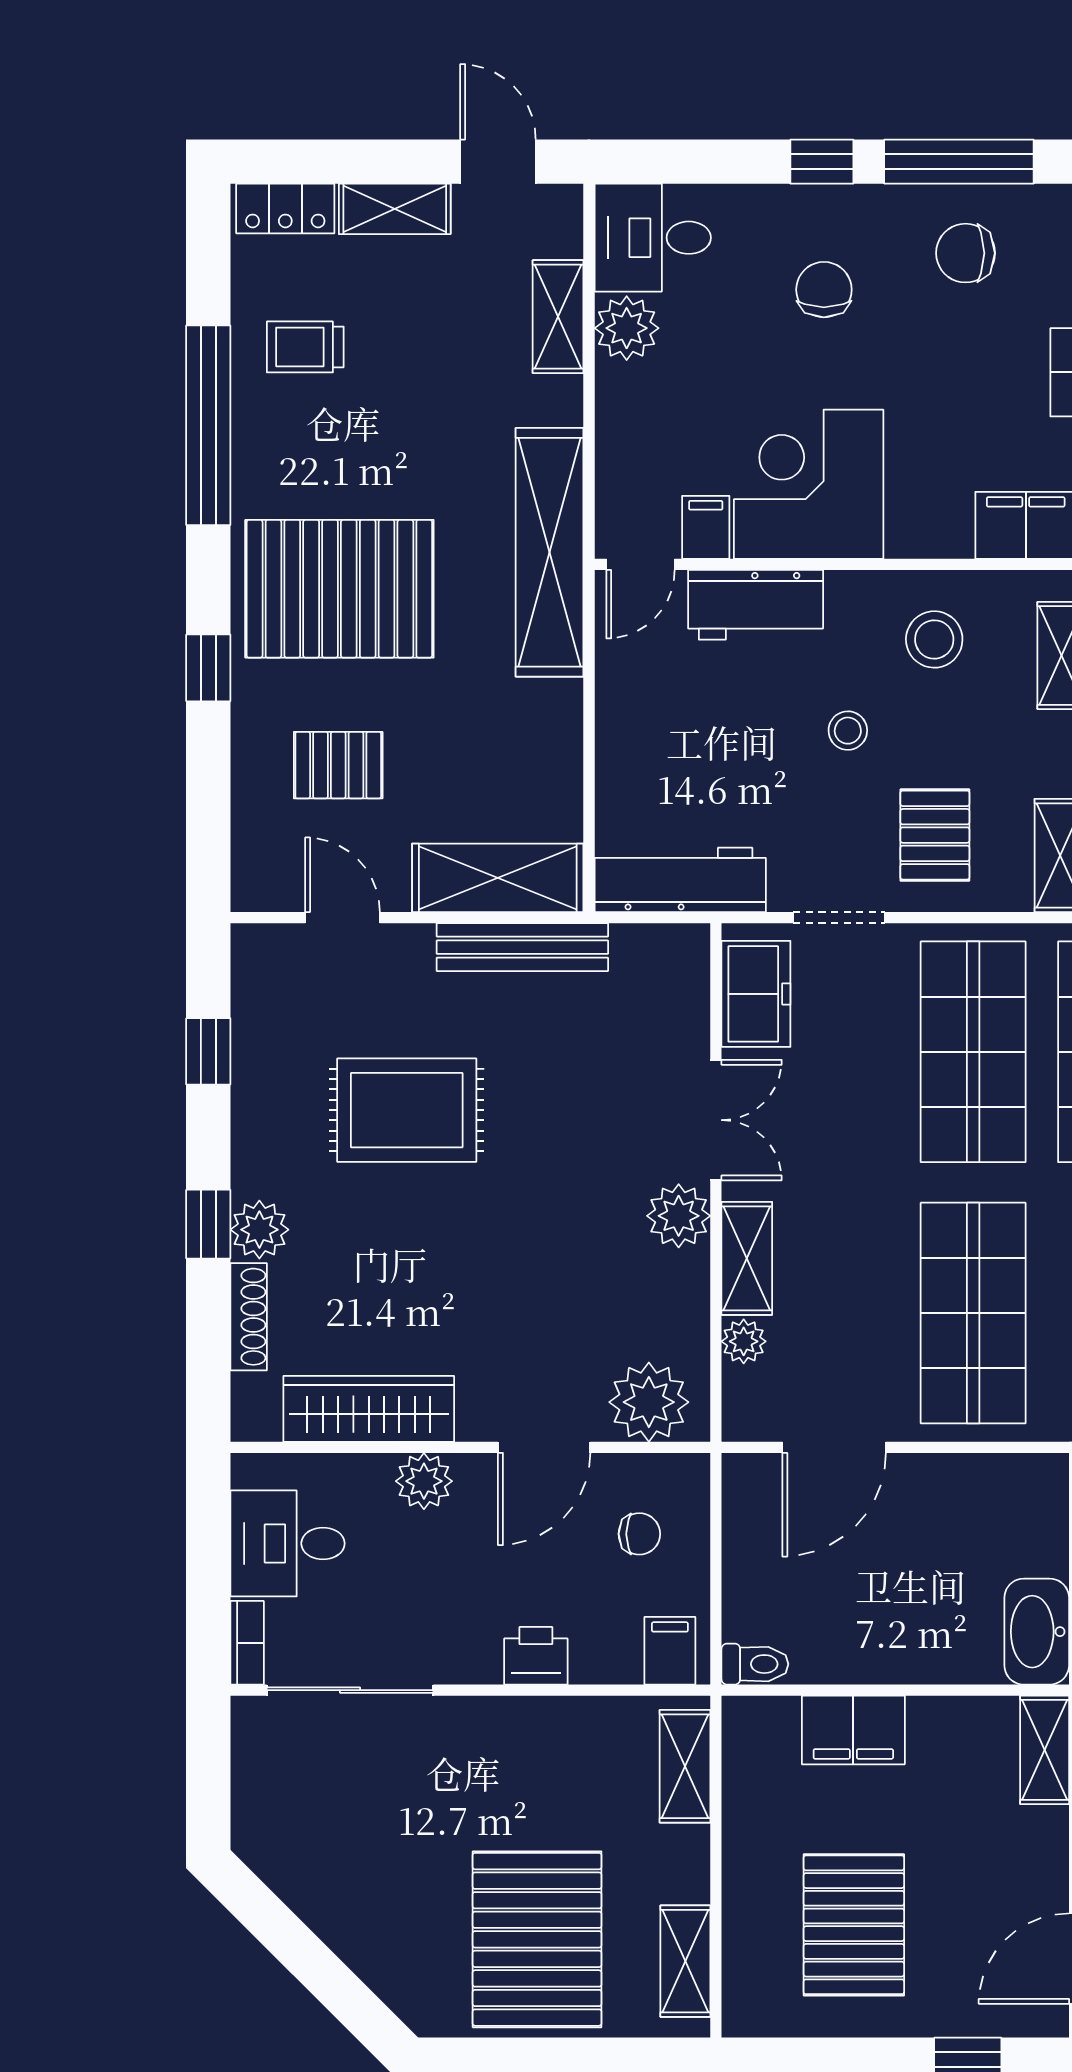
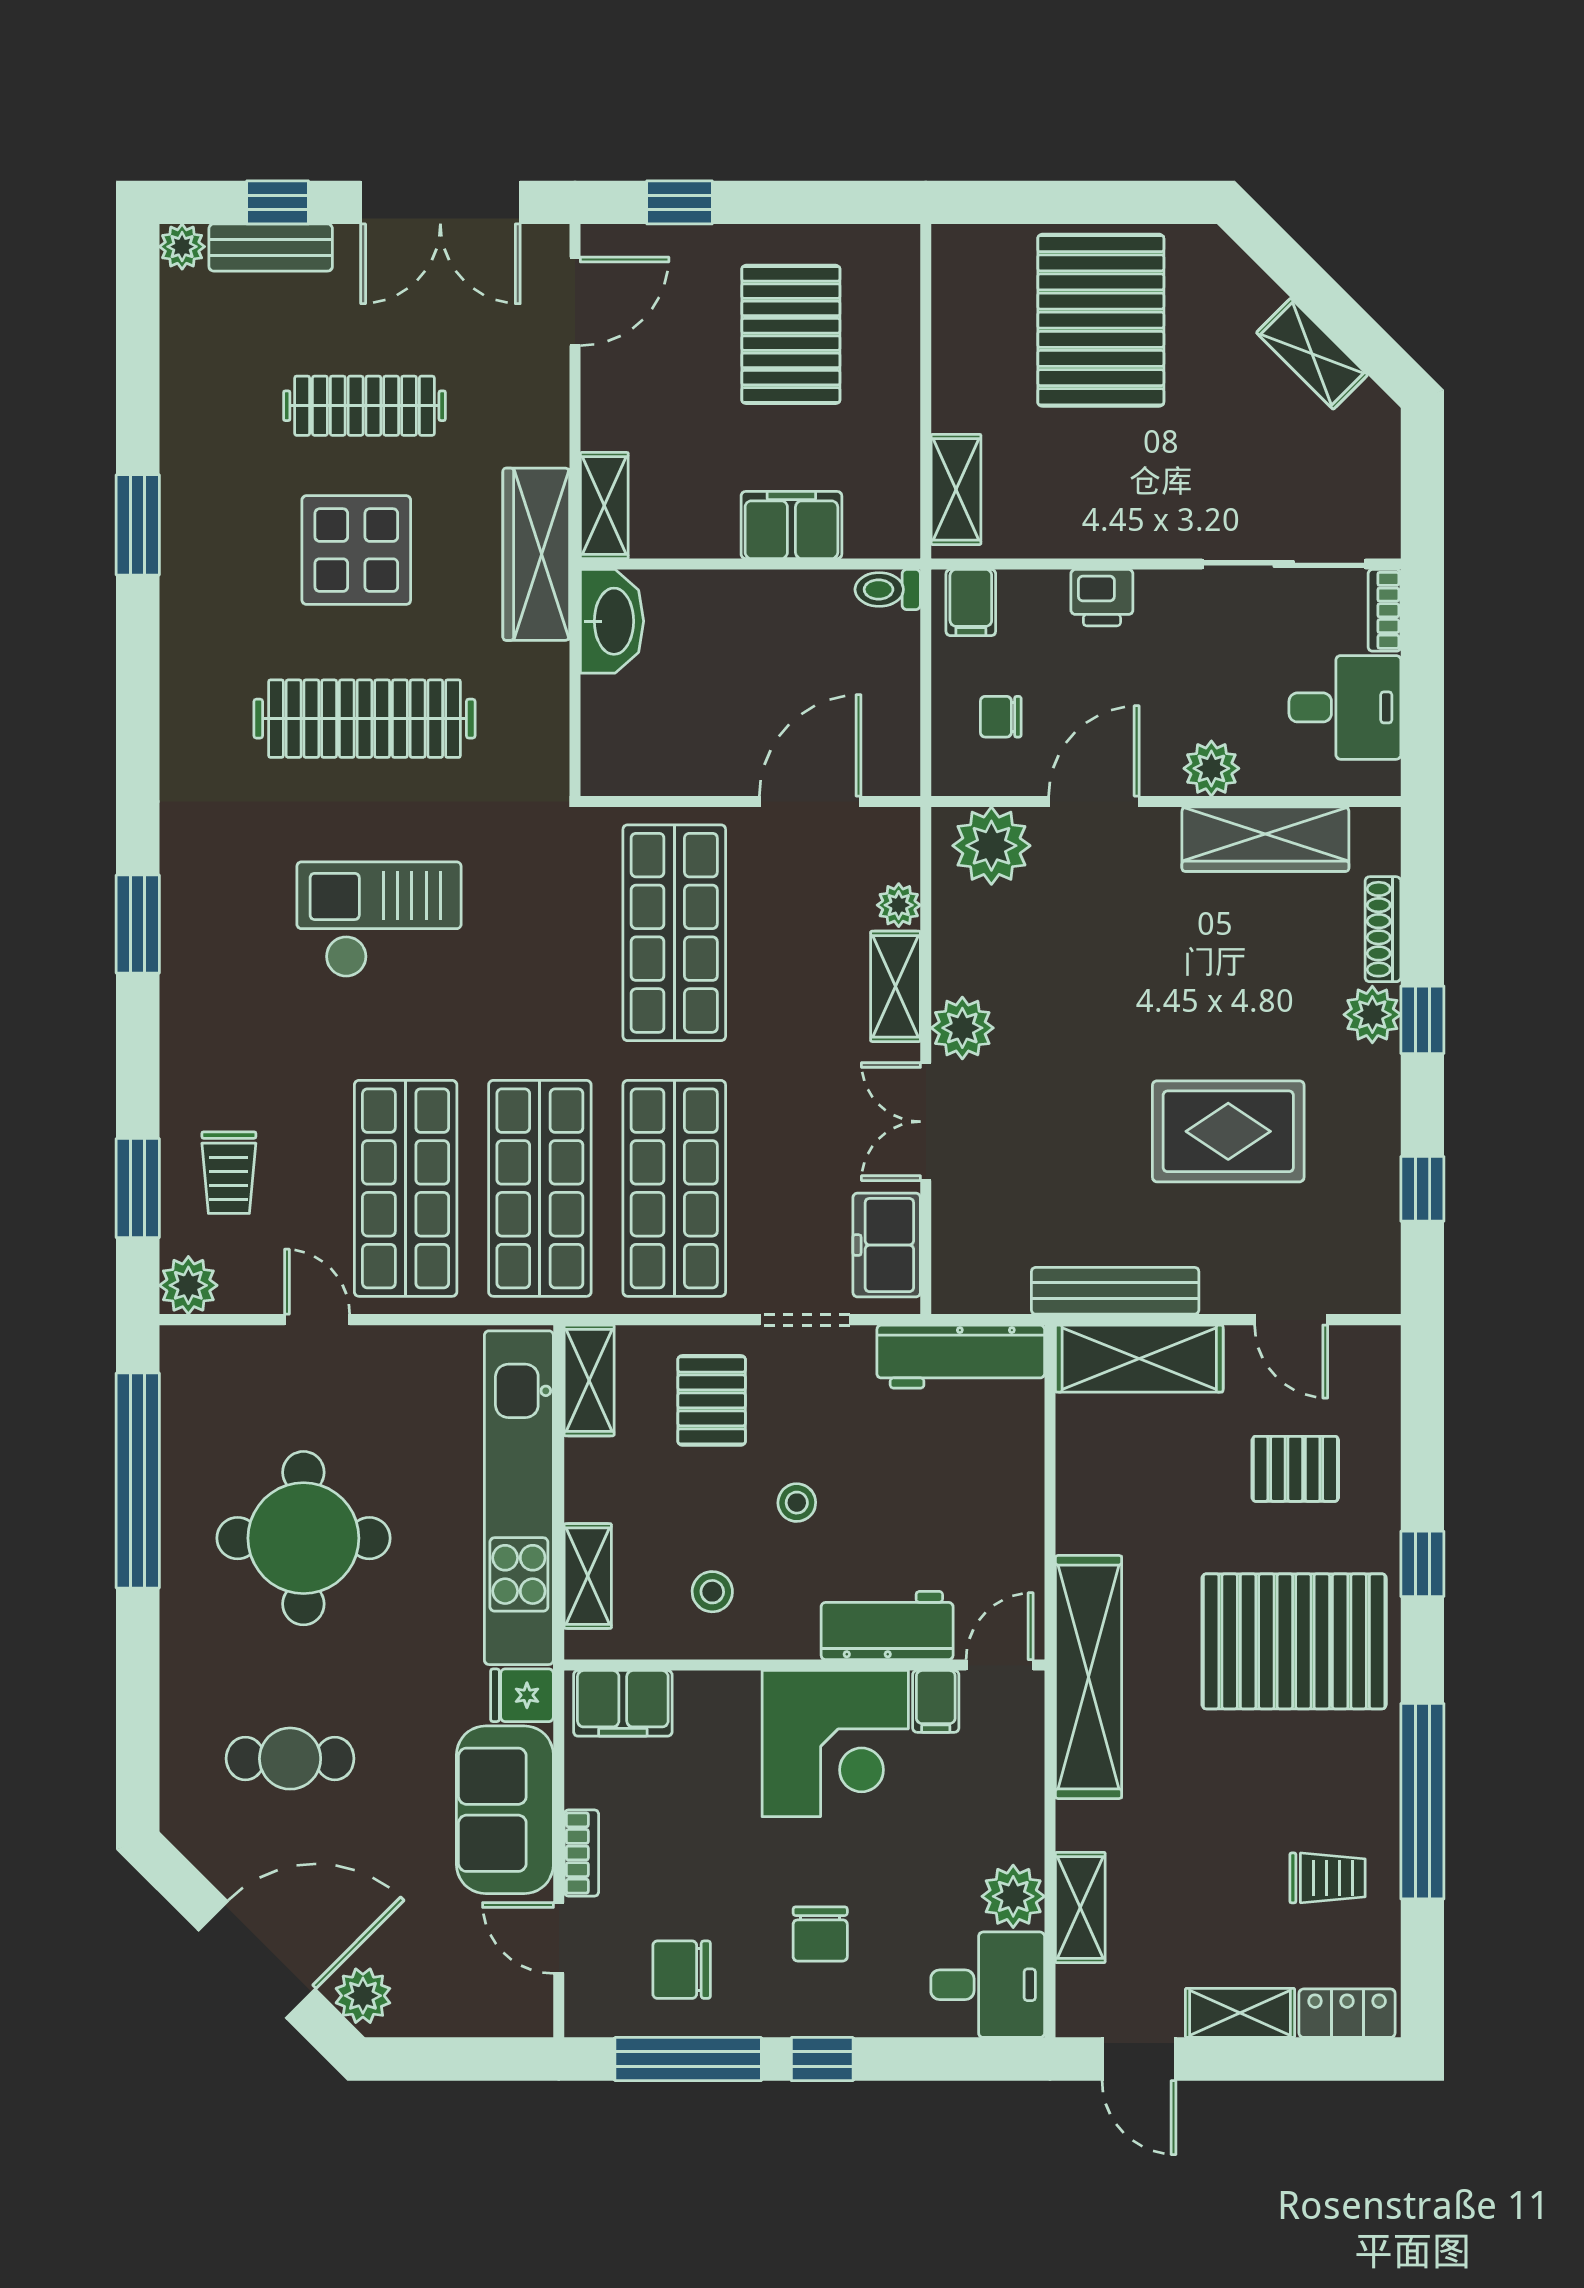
chair: (966, 253) -> (682, 1970), turned 180
stool: (934, 639) -> (712, 1592), width x0.73, depth x0.73
shelving: (685, 1961) -> (1312, 354), moved, turned -45

